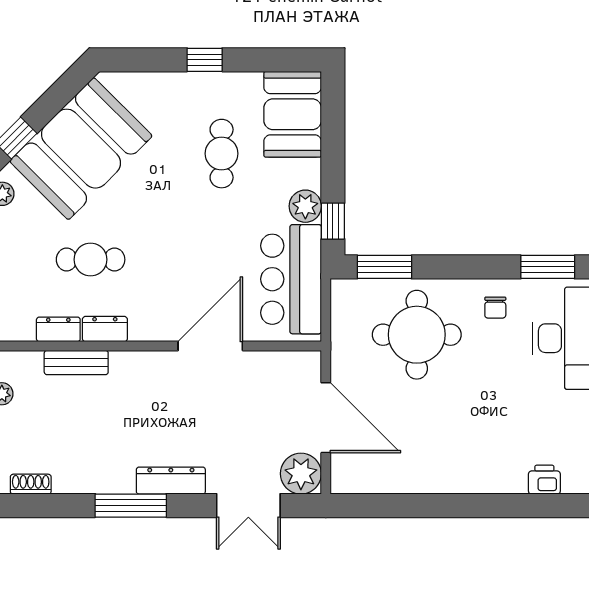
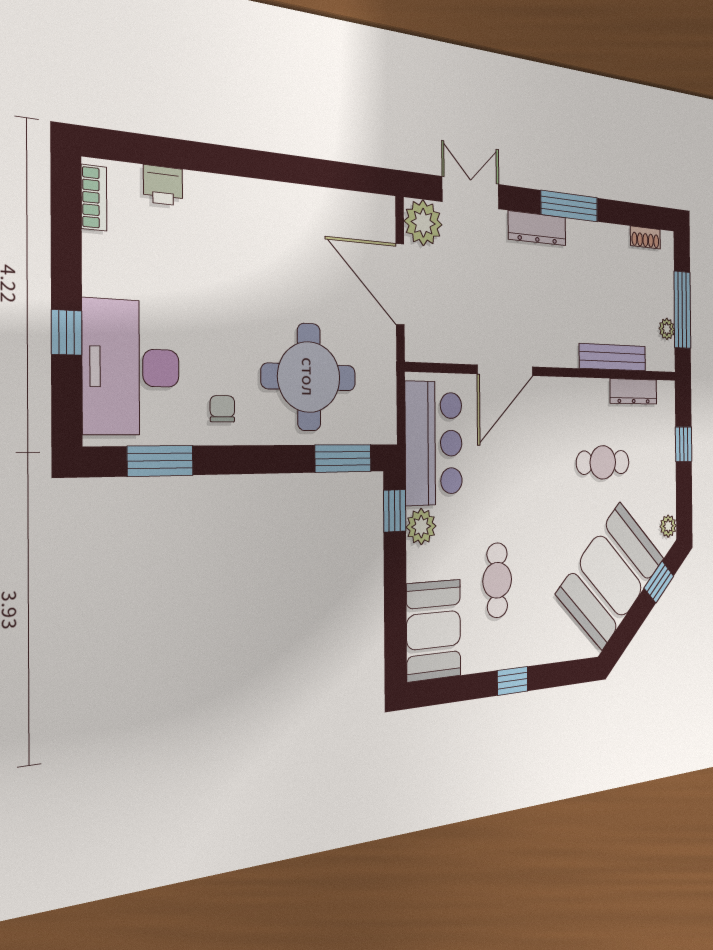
dresser: (58, 329) -> (634, 391), width x1.44
dresser: (105, 329) -> (591, 391), removed
bench: (76, 363) -> (613, 357), width x1.36

